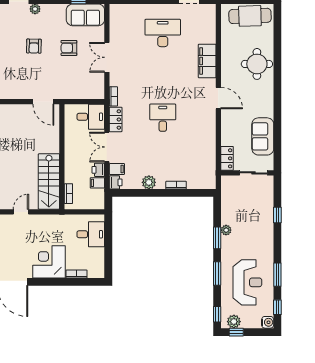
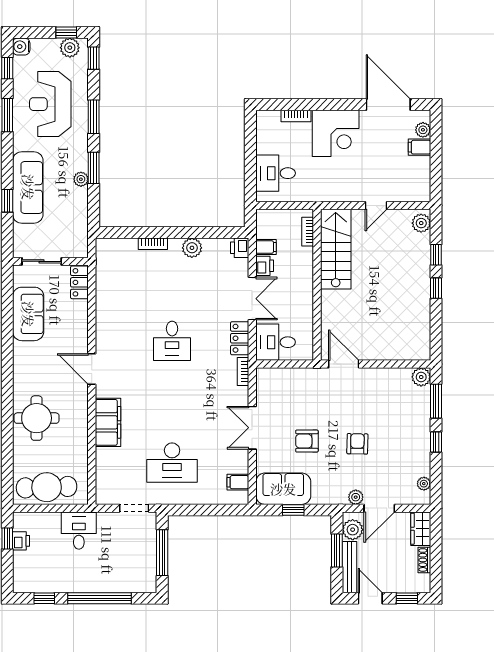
armchair: (69, 48) -> (307, 441), turned 180
double door: (107, 57) -> (252, 428), swing flipped
filing cabinet: (117, 169) -> (238, 482), moved
sofa: (263, 224) -> (28, 187), added

